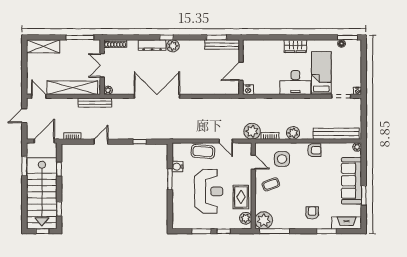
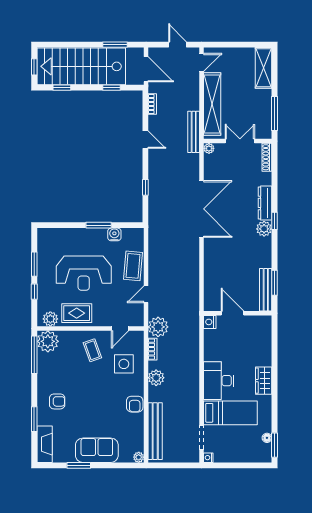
sofa: (351, 181) -> (97, 450), width x0.73

